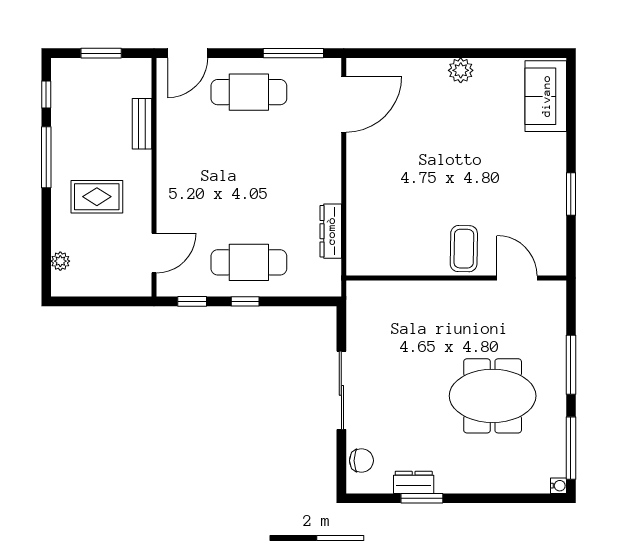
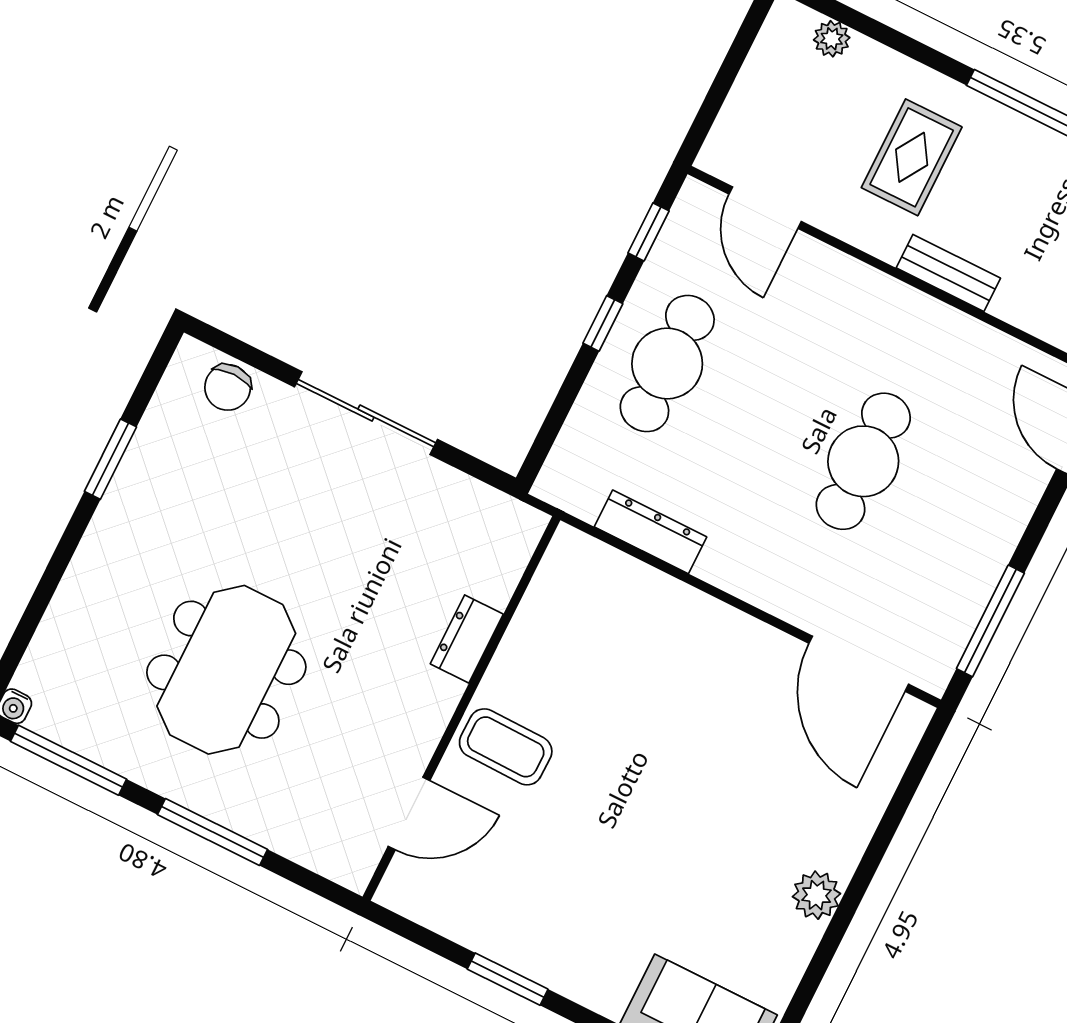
cafe table: (249, 92) -> (863, 461), moved
bench: (142, 124) -> (948, 273), moved
dresser: (414, 482) -> (467, 639), moved, turned 180

